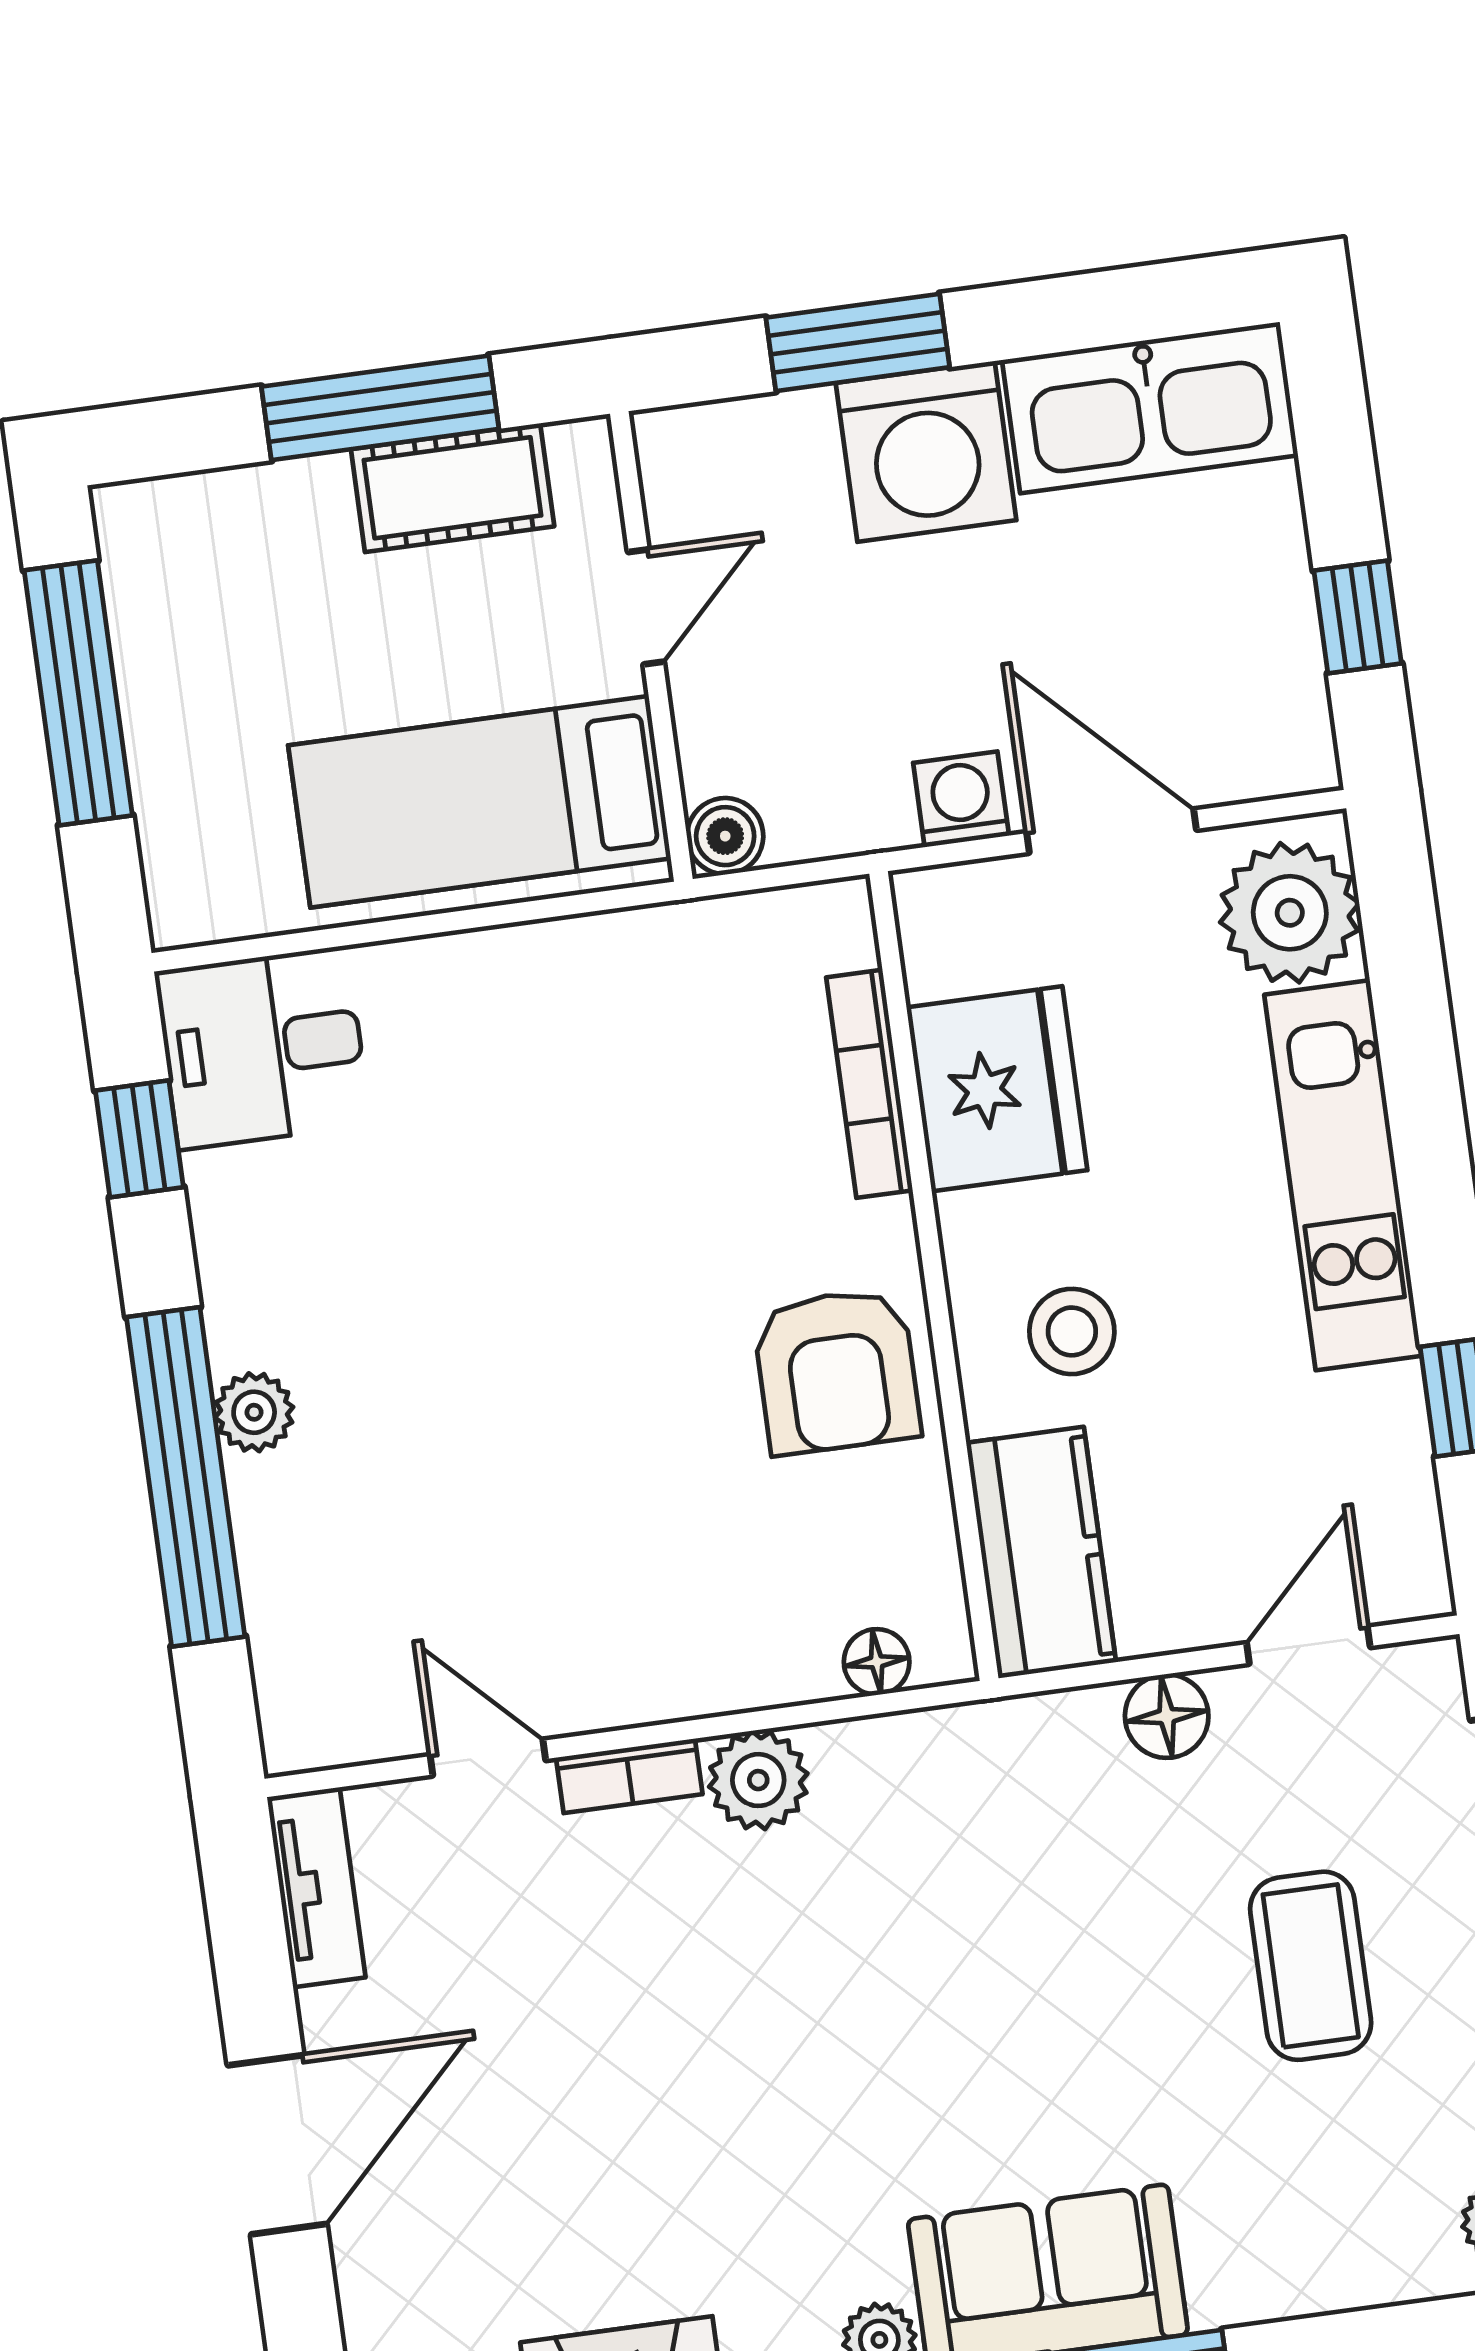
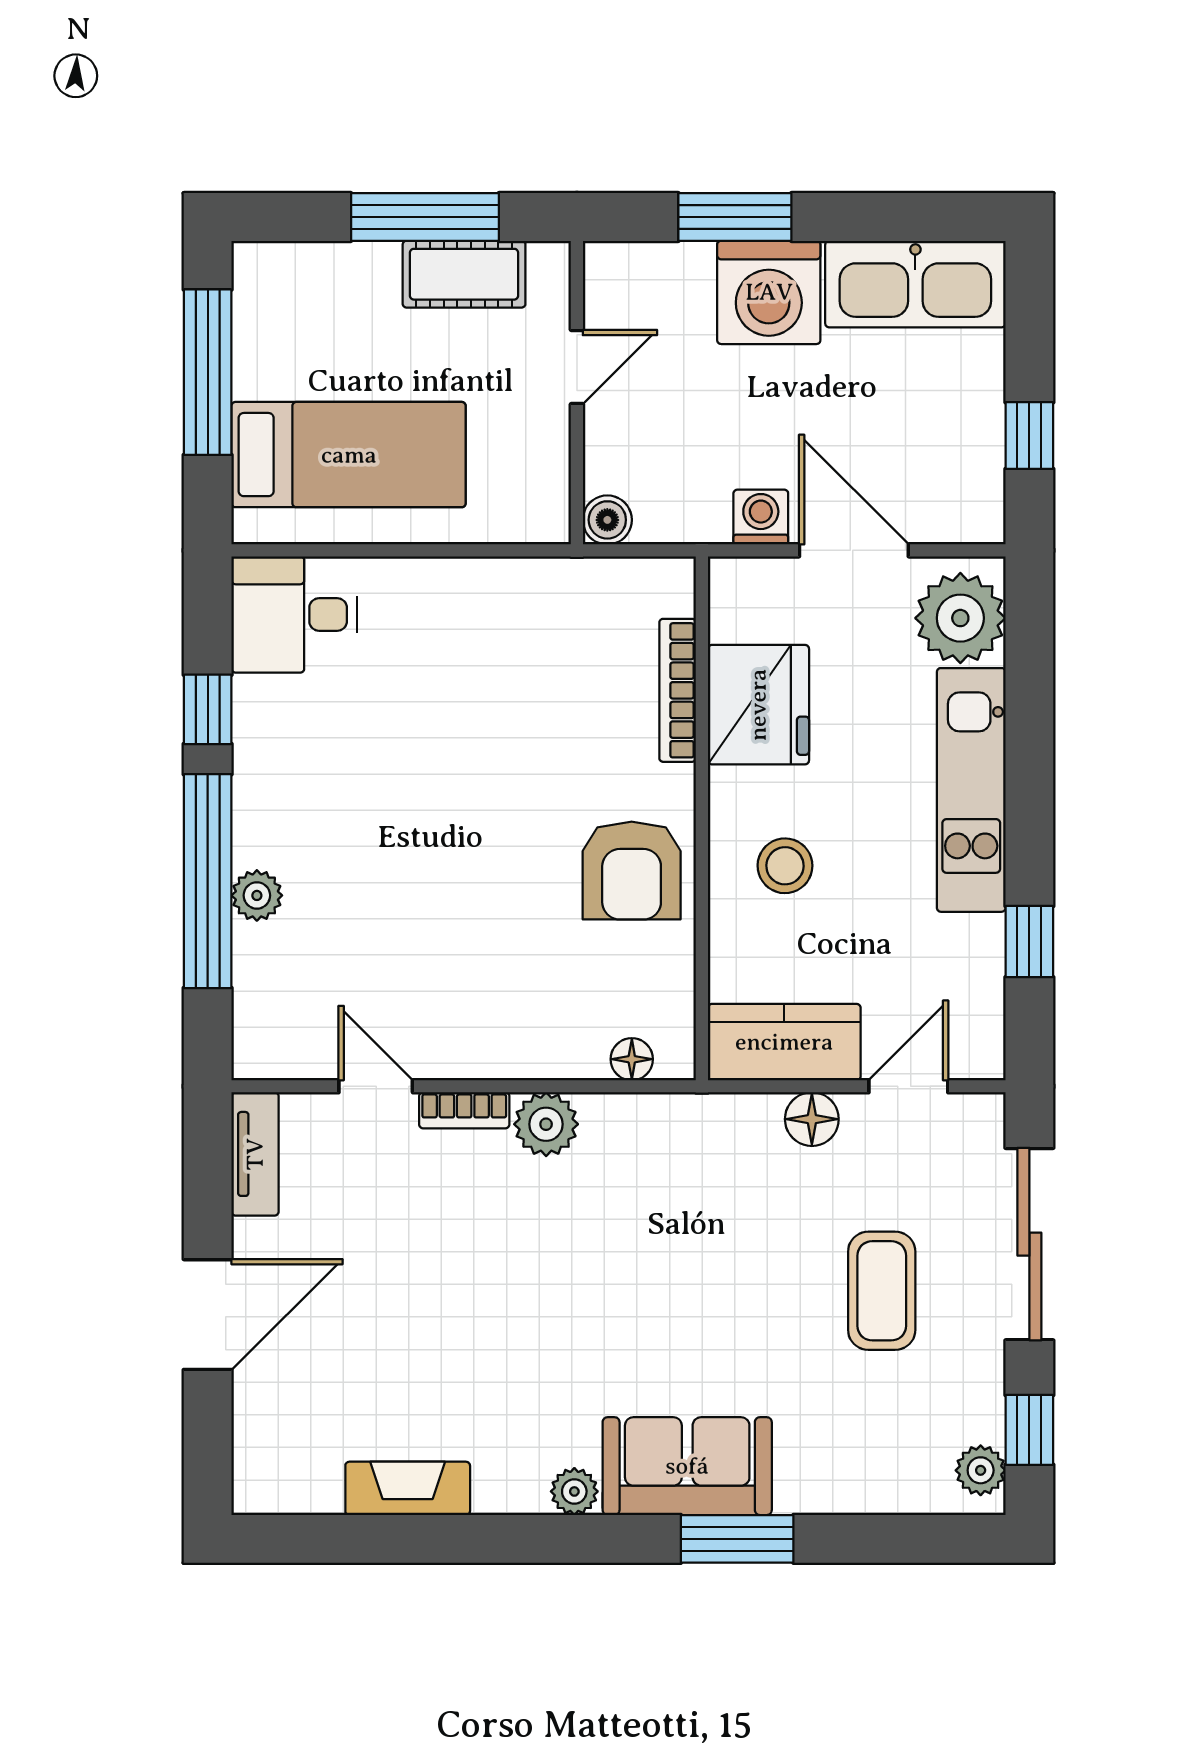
bed: (480, 802) -> (349, 455), moved, turned 180
window: (139, 1139) -> (208, 709), moved
plant: (254, 1412) -> (257, 895), moved
kitchen counter: (1041, 1553) -> (784, 1042), moved, turned -90

